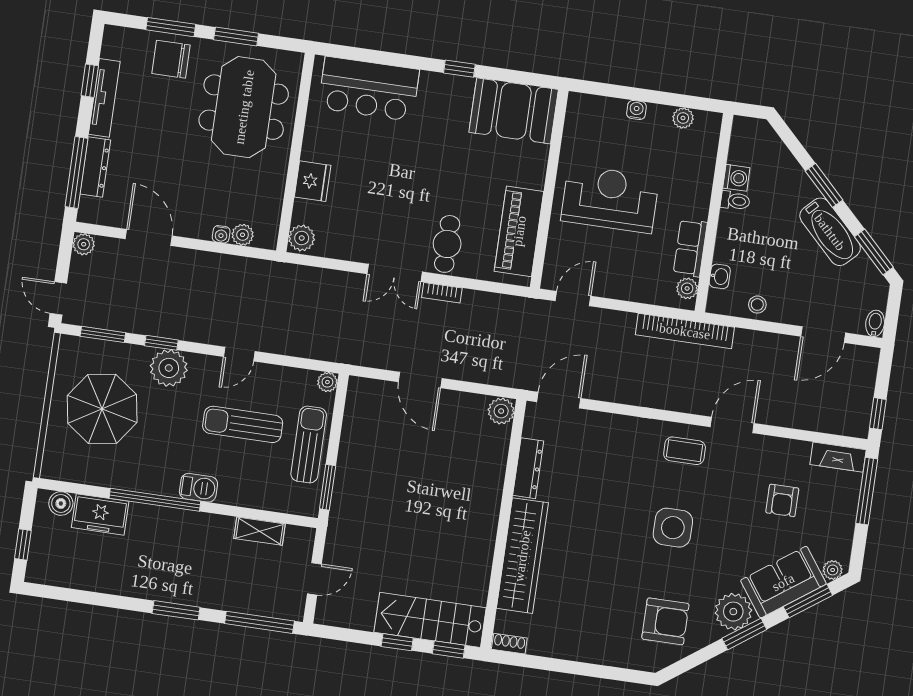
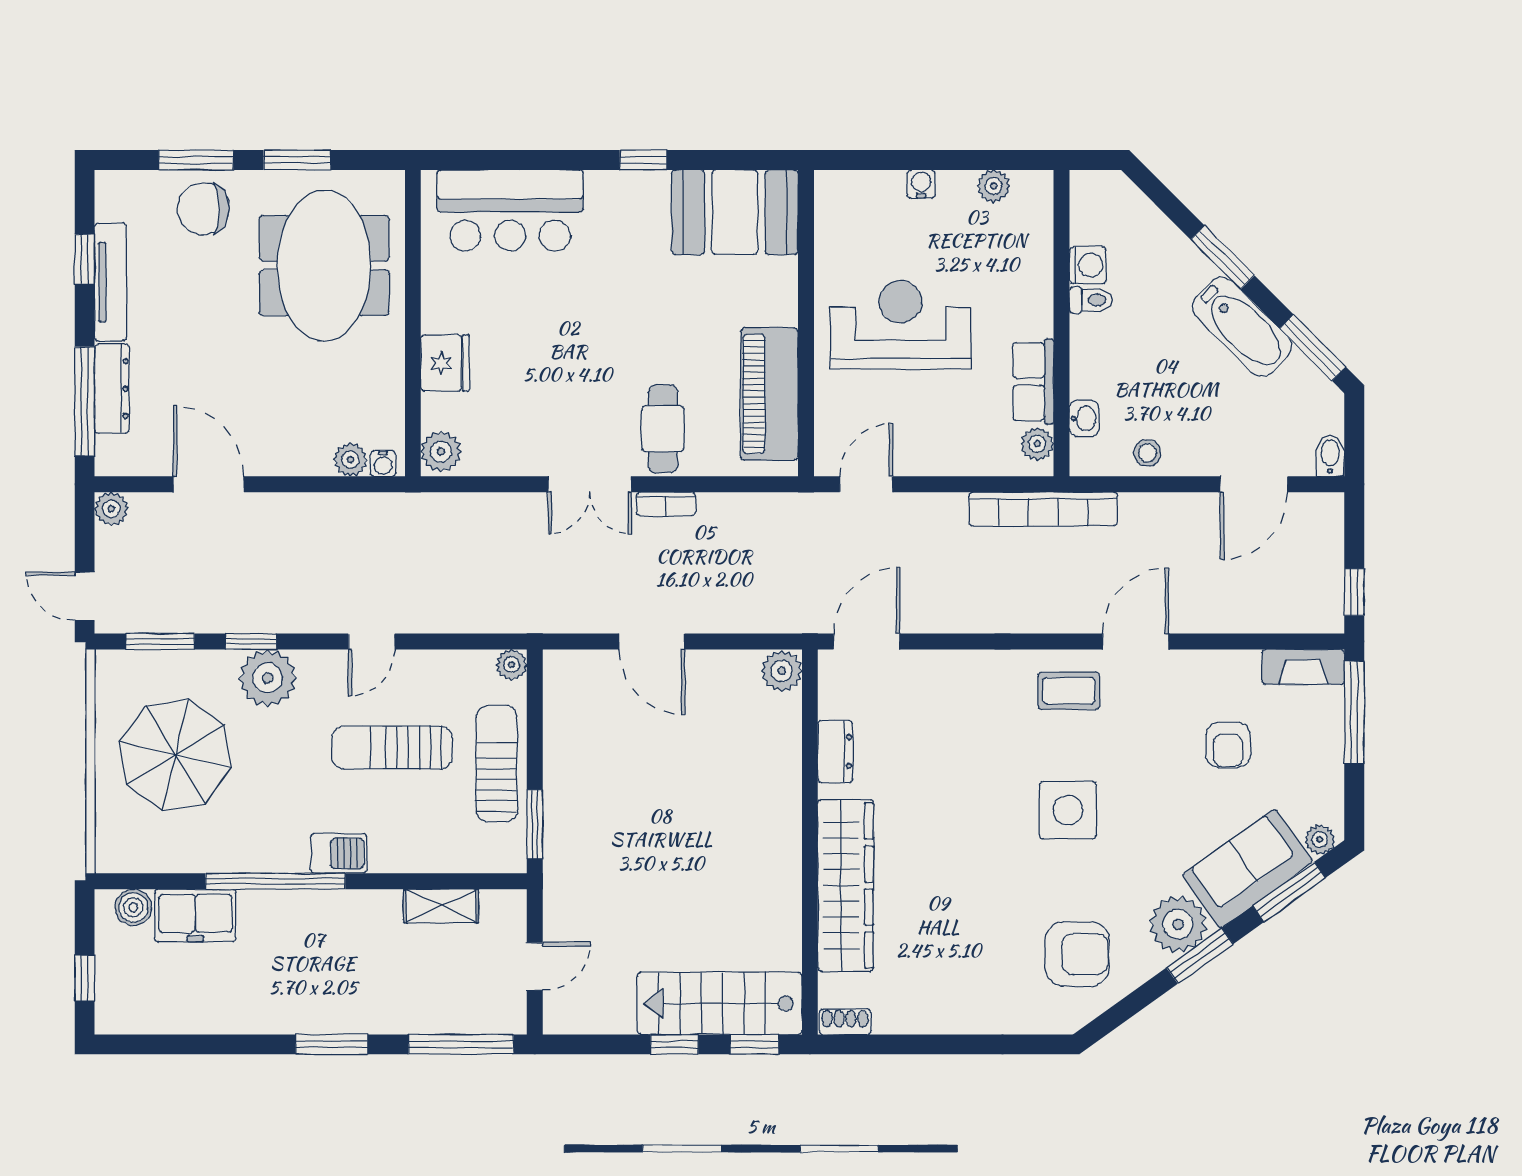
water cooler: (221, 234) -> (383, 464), moved
dresser: (528, 468) -> (835, 752), width x0.70

